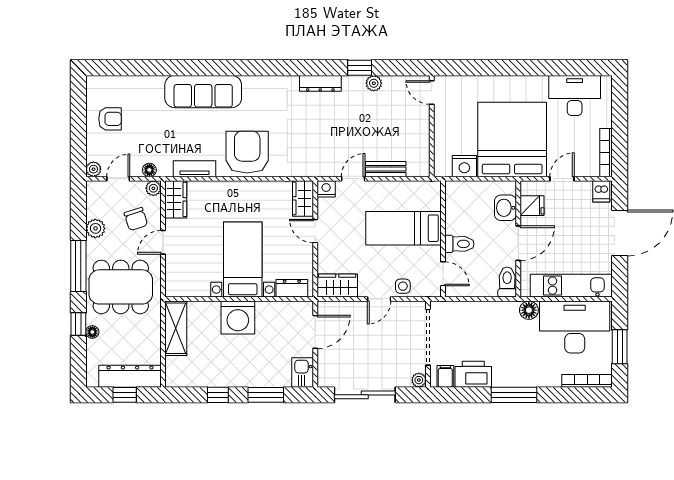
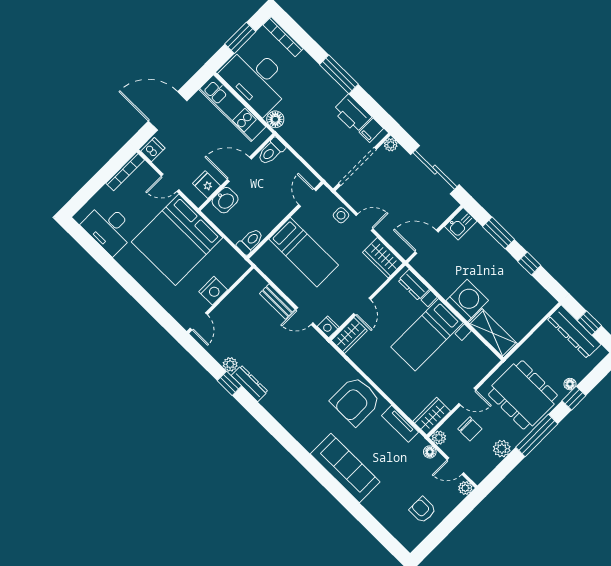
dresser: (320, 83) -> (250, 383), moved
nightstand: (464, 166) -> (213, 291), moved, turned 90
chair: (136, 219) -> (470, 429), turned 108
toilet: (459, 244) -> (250, 241), moved, turned 90
shelving: (176, 328) -> (493, 333), moved, turned 90

